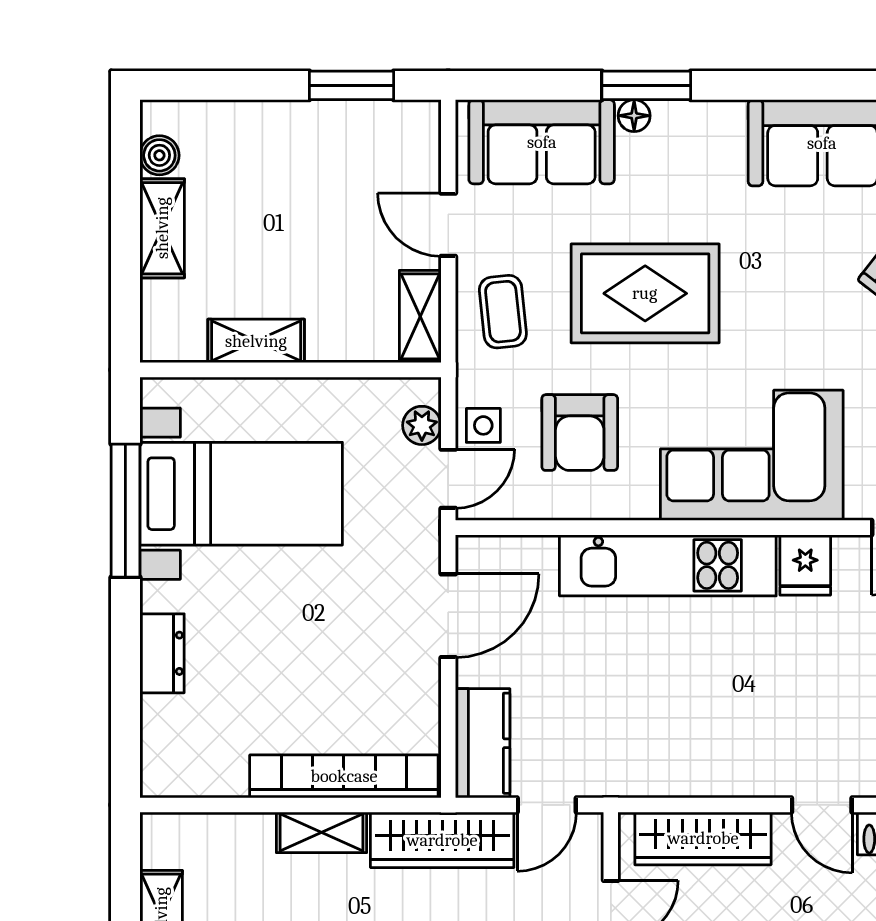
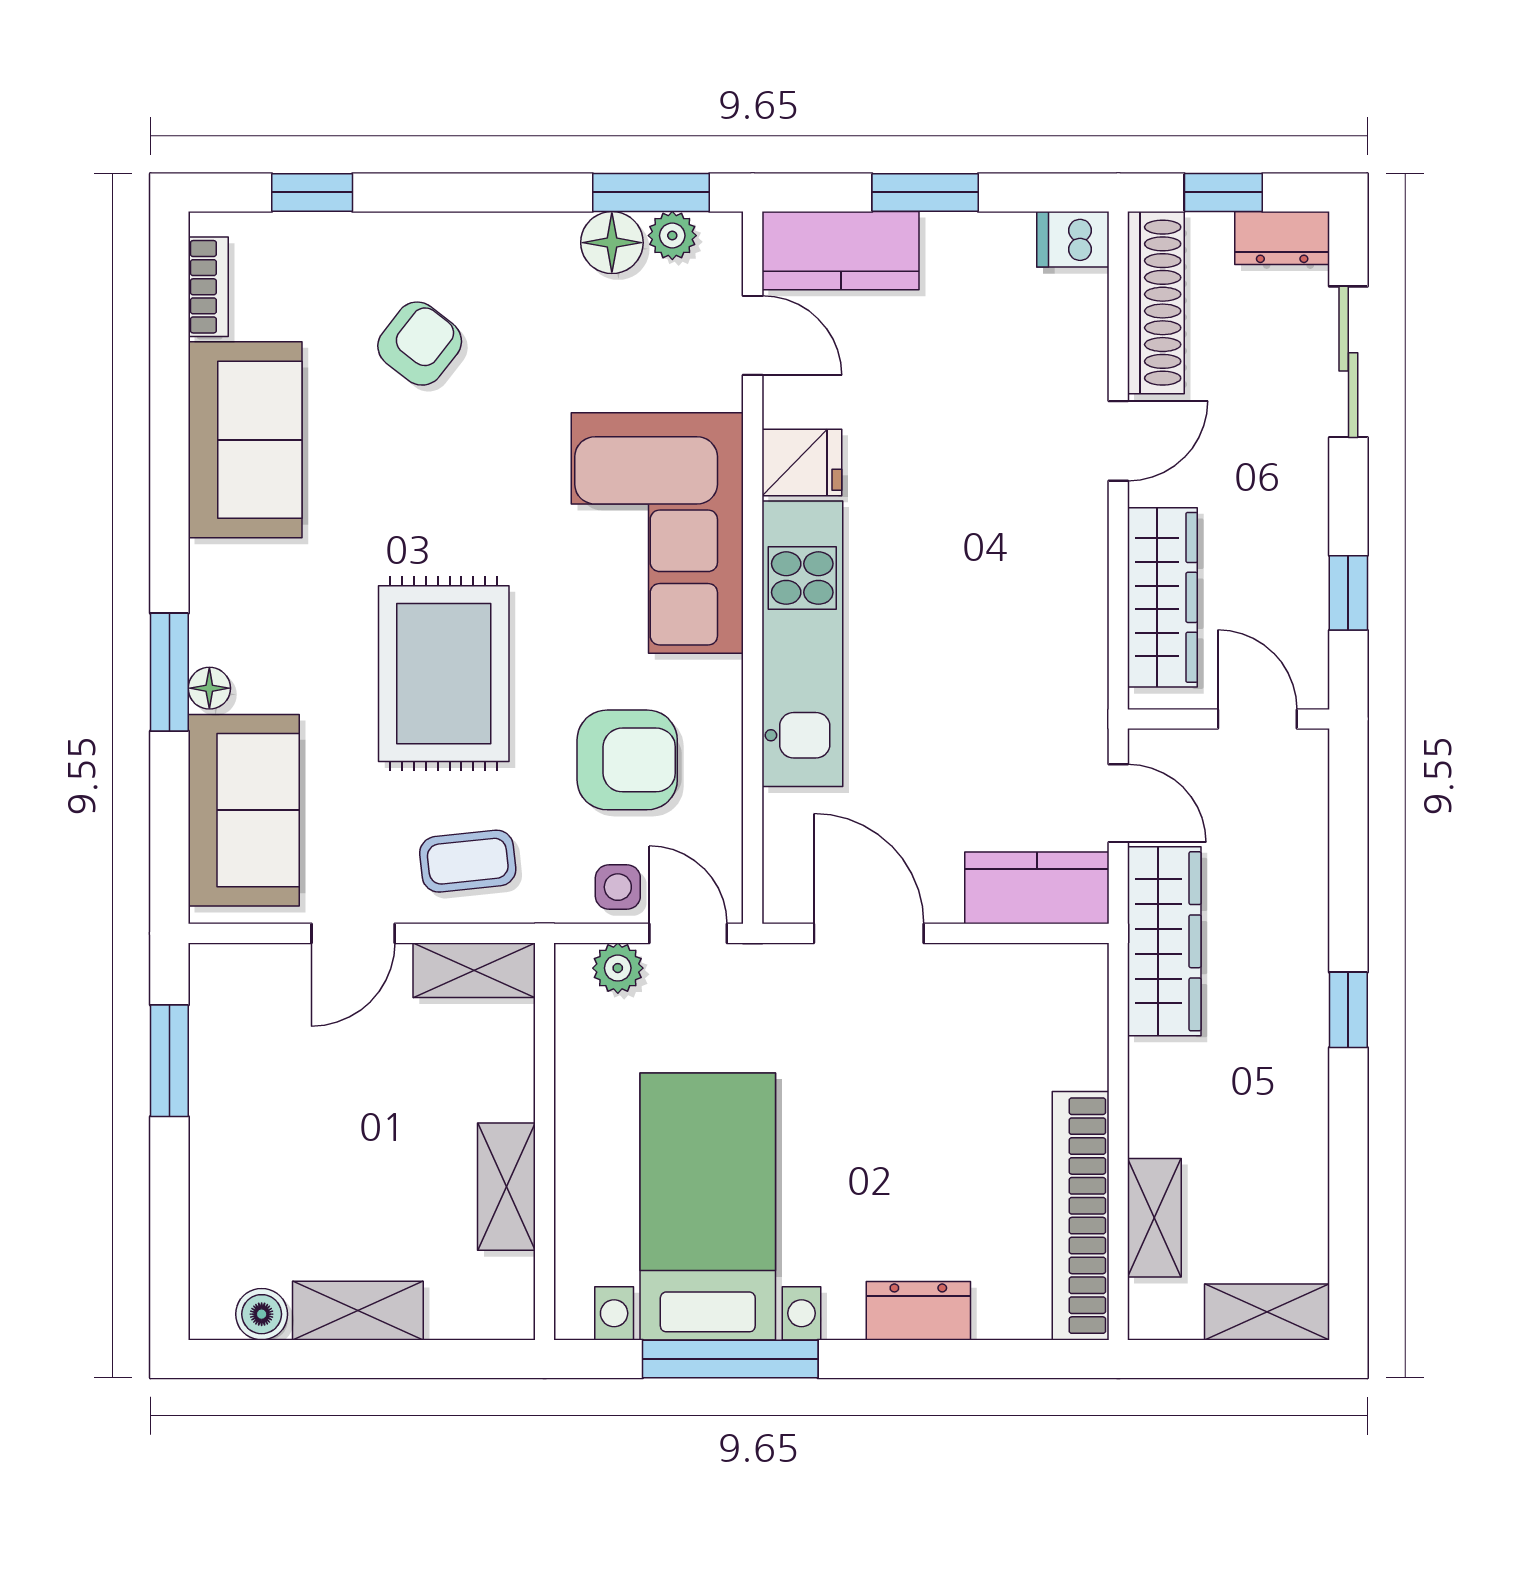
bookcase: (344, 776) -> (1081, 1216), moved
shelving: (322, 832) -> (1154, 1218), moved

